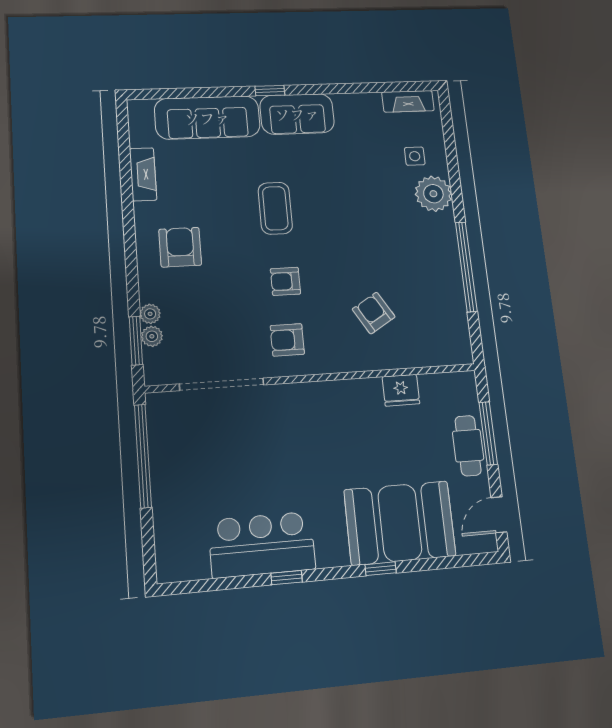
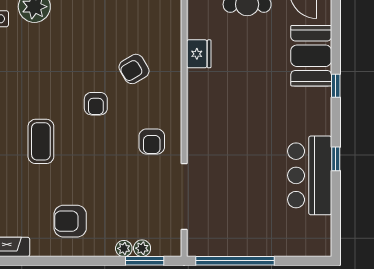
coffee table: (275, 208) -> (41, 141), turned 90
armchair: (285, 281) -> (96, 104), moved
booth: (400, 523) -> (311, 56), width x0.73, depth x0.70

